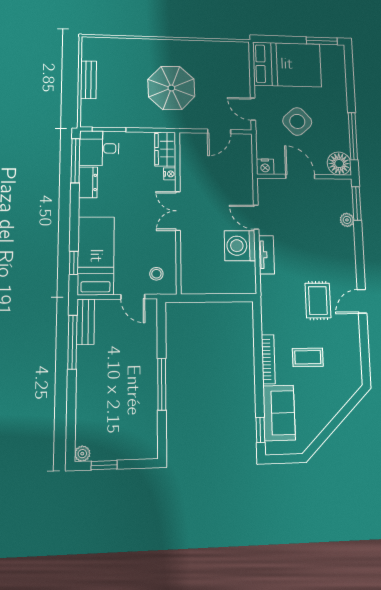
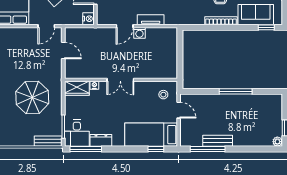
bench: (88, 80) -> (48, 141), moved
parasol: (171, 88) -> (32, 98), moved
washing machine: (240, 246) -> (139, 33), width x0.53, depth x0.53
door: (133, 297) -> (179, 110), hinge flipped
bench: (85, 322) -> (218, 141), moved

